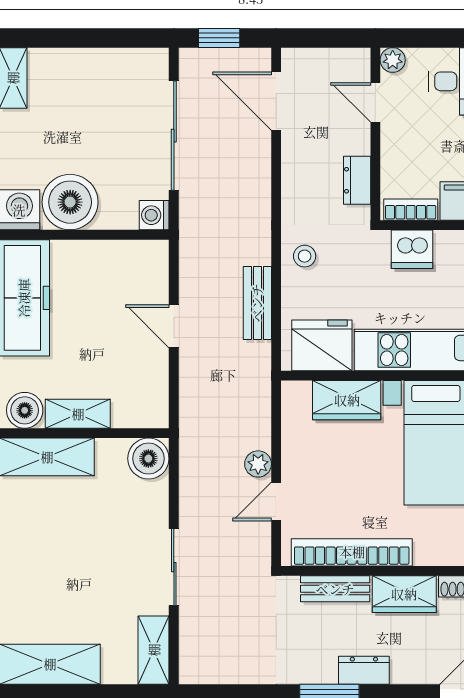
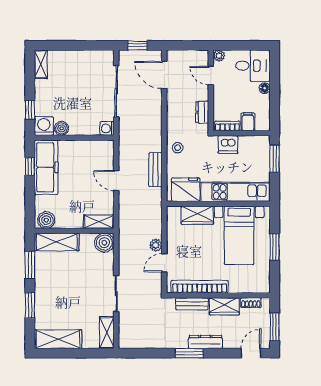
boiler: (70, 202) -> (61, 128), width x0.54, depth x0.54
shelving: (78, 414) -> (99, 222), moved
dresser: (364, 670) -> (205, 342), width x1.44

